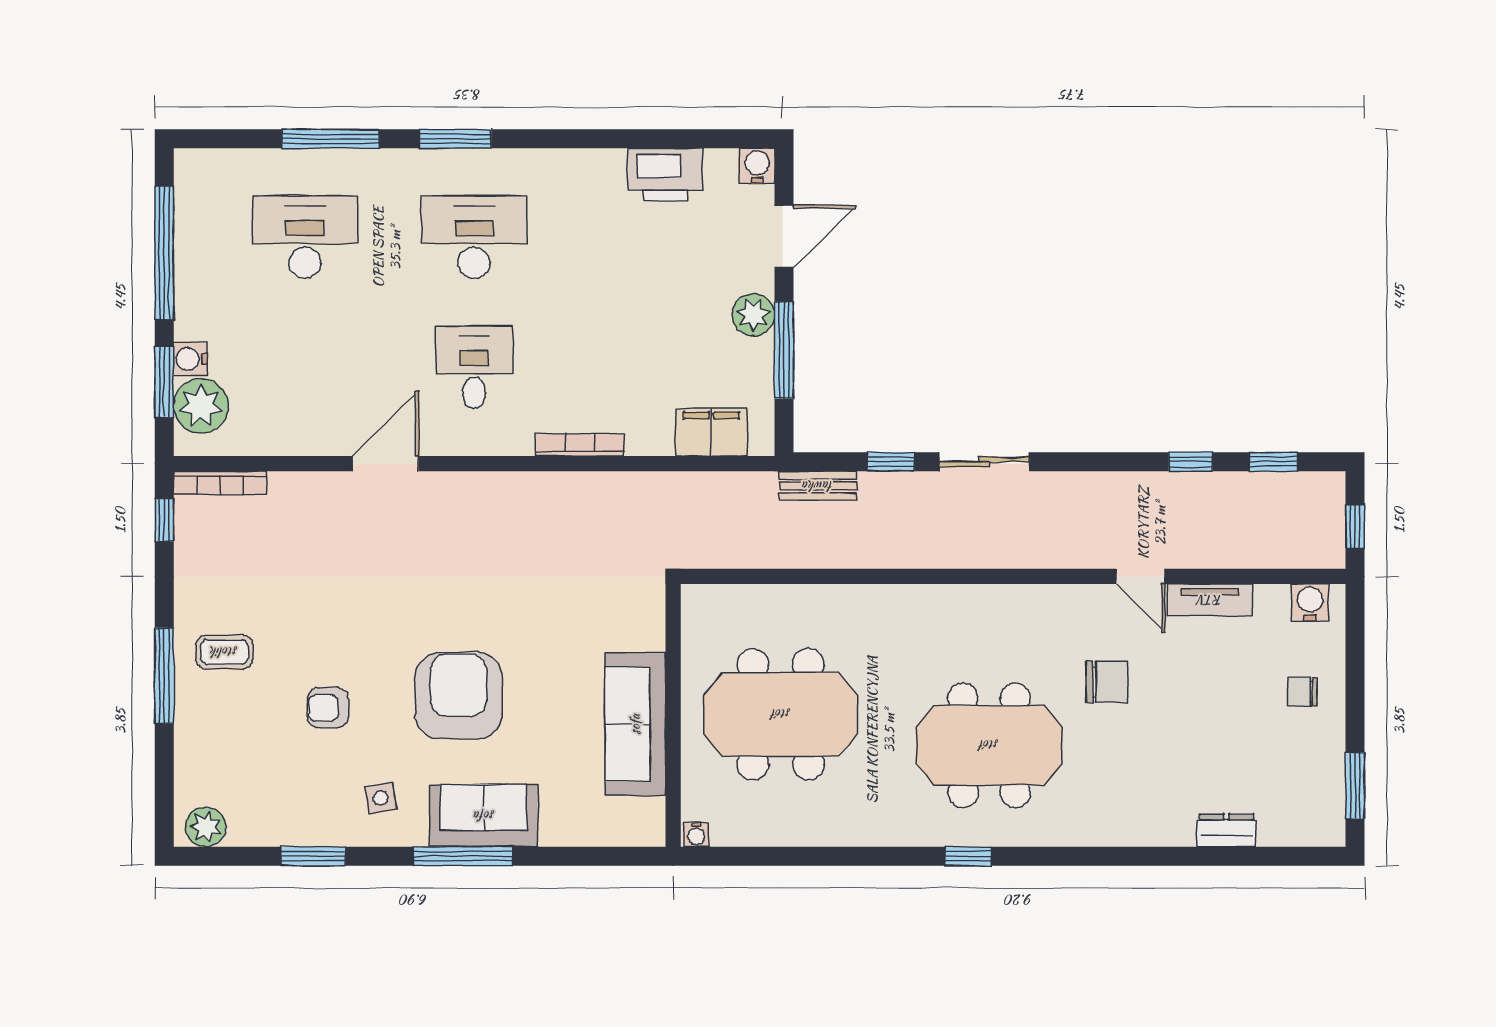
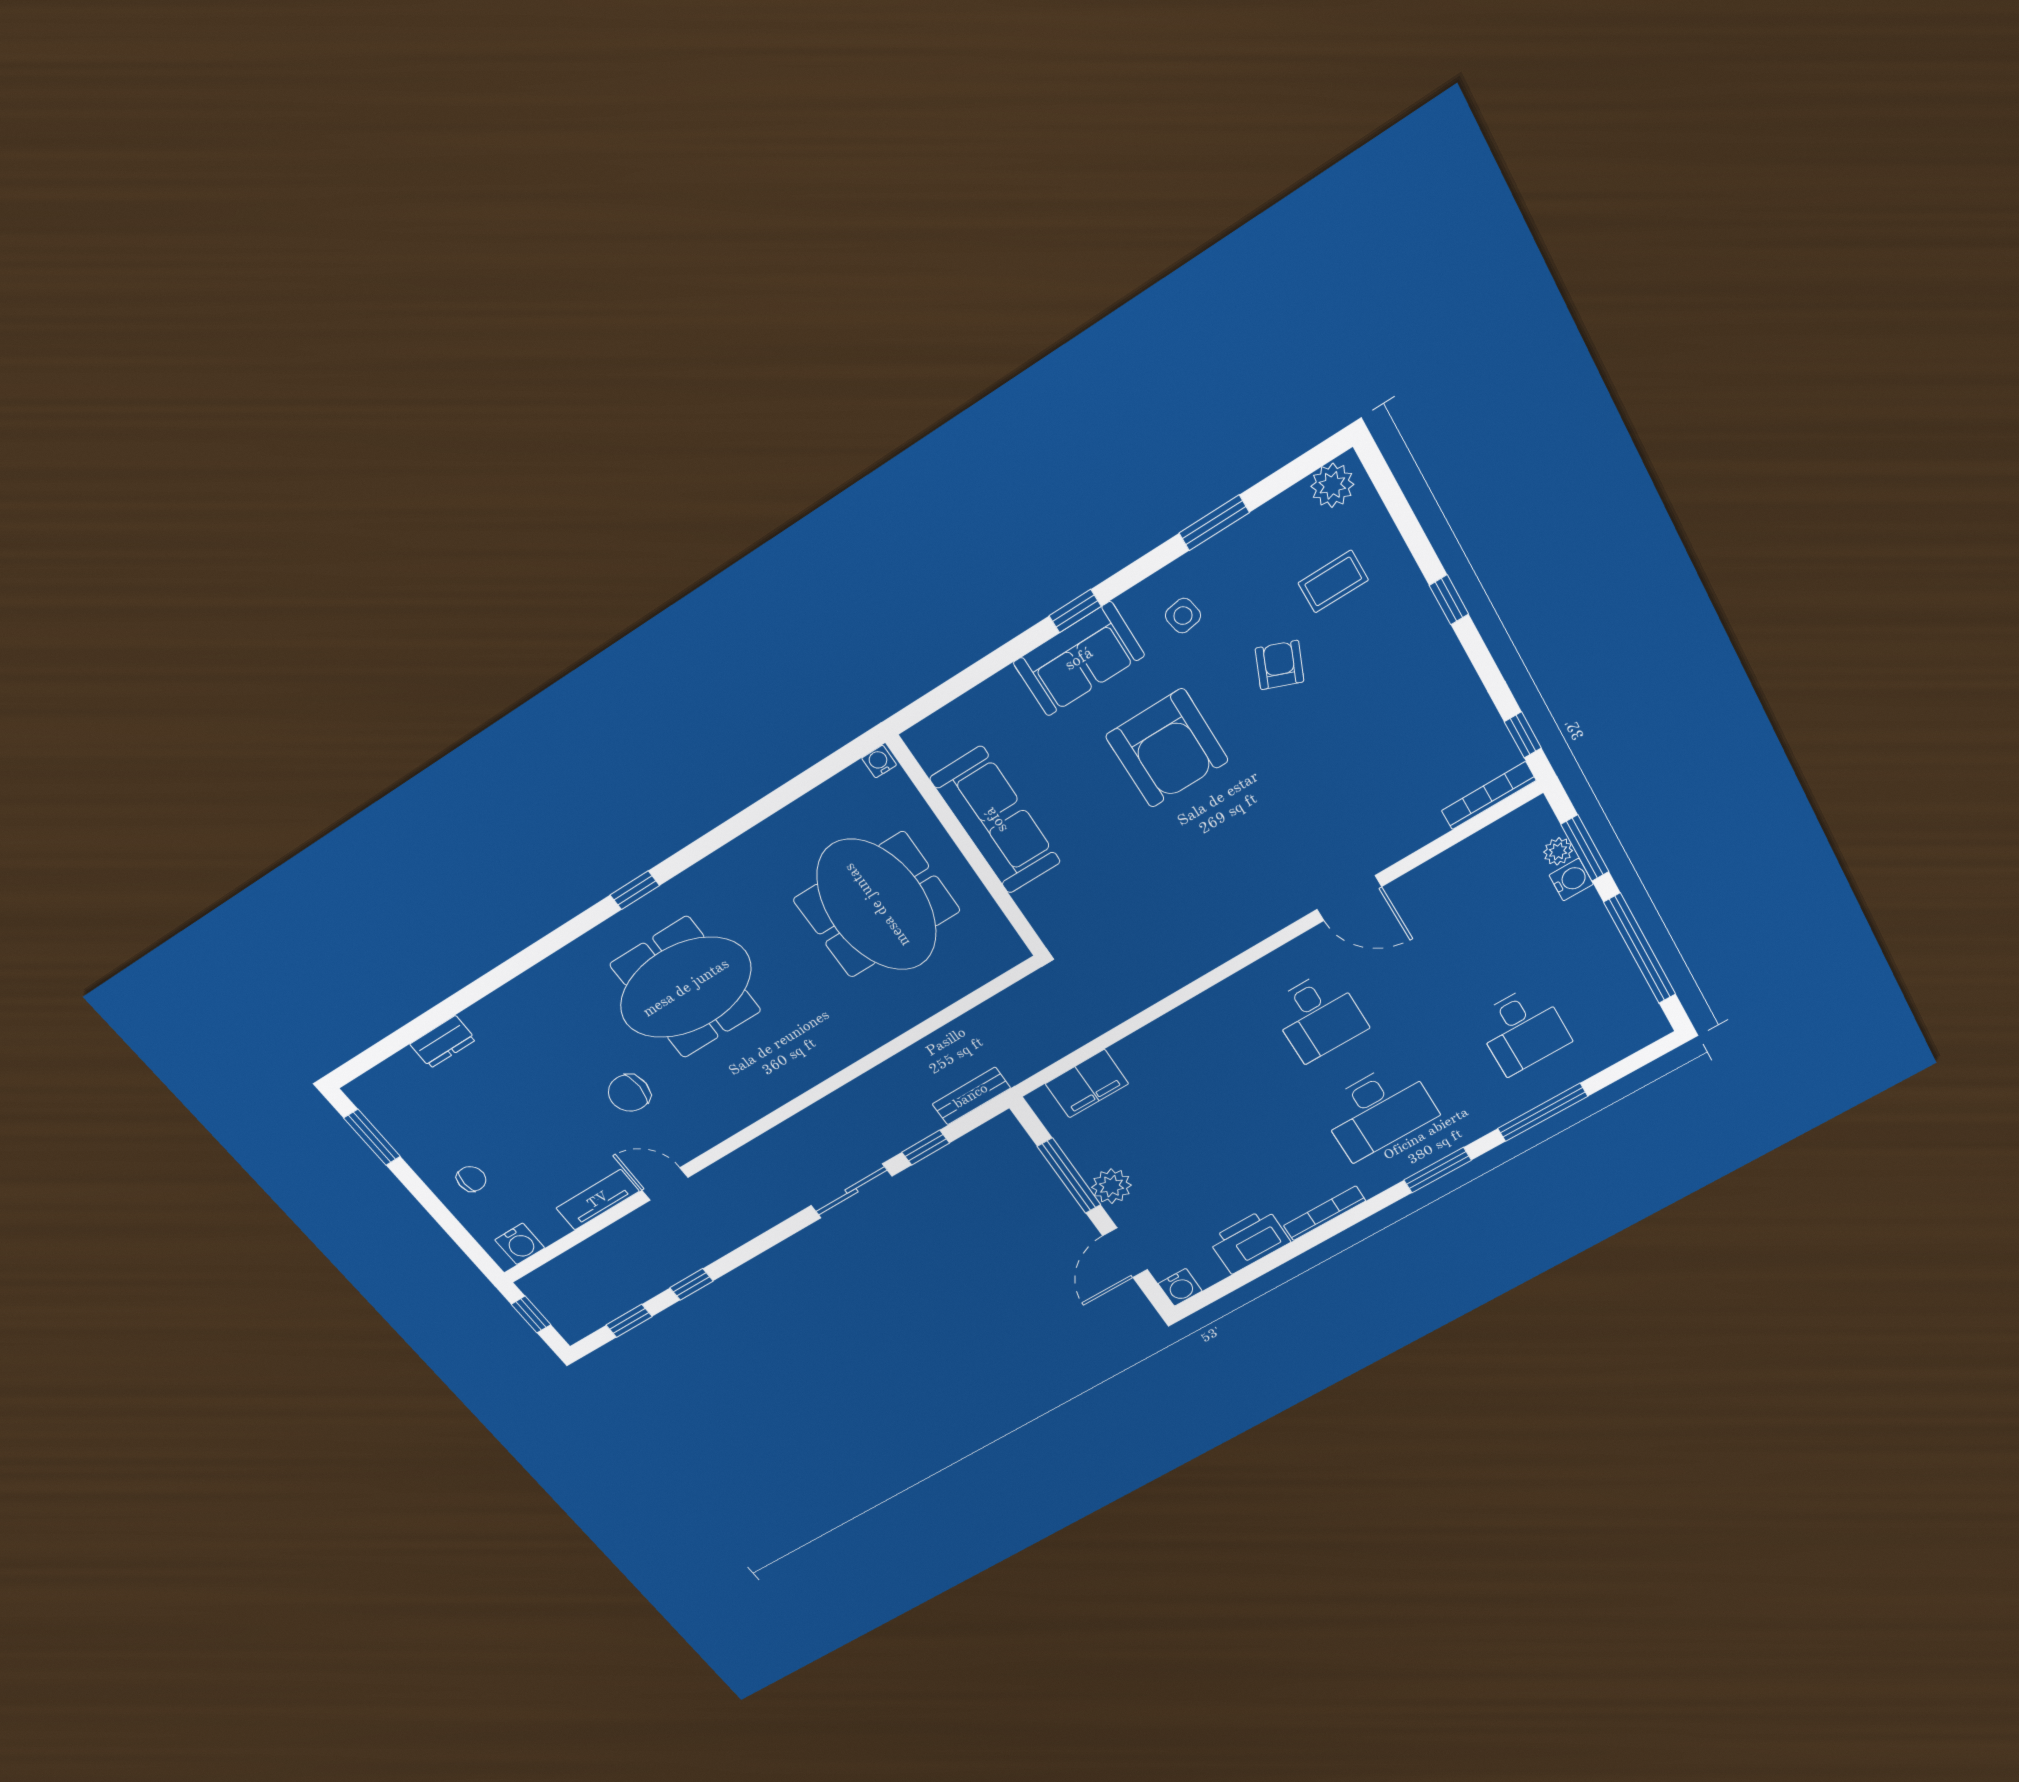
desk: (305, 237) -> (1523, 1030), width x0.73
plant: (201, 406) -> (1558, 851), width x0.53, depth x0.53
bookcase: (580, 445) -> (1325, 1213), moved, turned 180
door: (386, 464) -> (1349, 898), hinge flipped
coffee table: (224, 652) -> (1333, 582), moved
window: (164, 676) -> (1449, 600), width x0.46
armchair: (328, 708) -> (1280, 665), turned -68
meeting table: (781, 714) -> (877, 905), turned 90
window: (463, 856) -> (1075, 611), width x0.46

